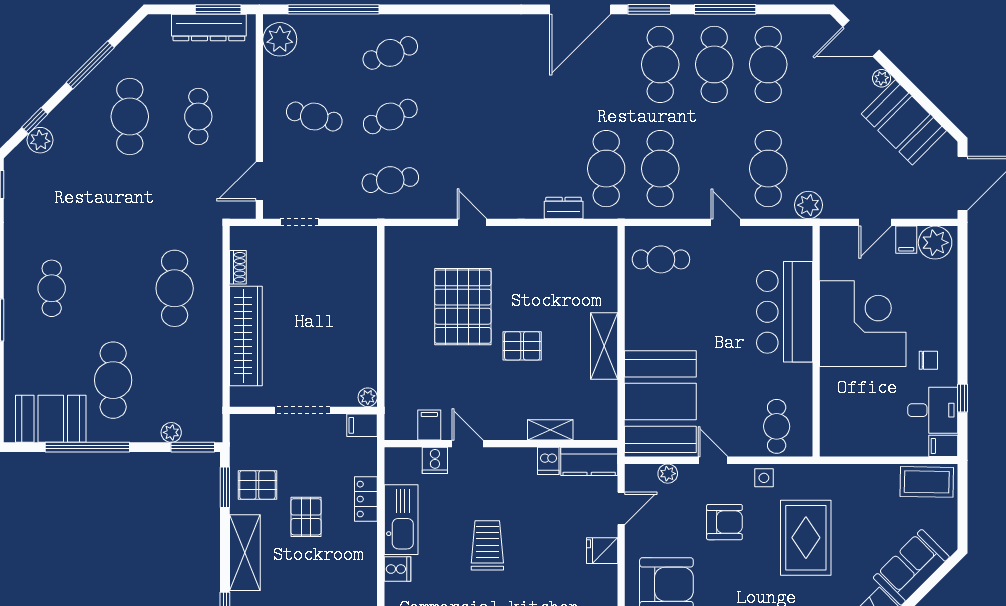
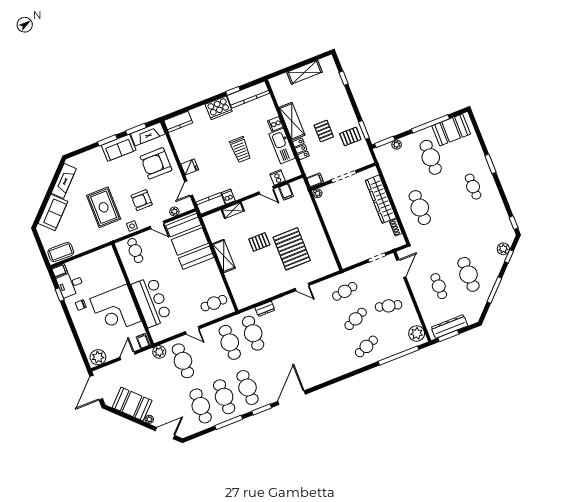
filing cabinet: (906, 240) -> (143, 341), moved
shelving: (245, 553) -> (292, 121), moved

